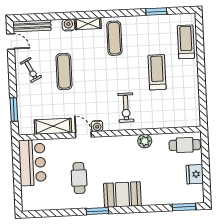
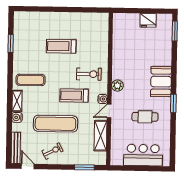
door: (11, 42) -> (28, 166), hinge flipped
treadmill: (186, 42) -> (74, 96), moved
exercise mat: (64, 71) -> (55, 124), width x1.36, depth x1.45
plant: (145, 141) -> (117, 86), moved
cafe table: (185, 145) -> (123, 27), removed
bar counter: (32, 163) -> (143, 155), moved

